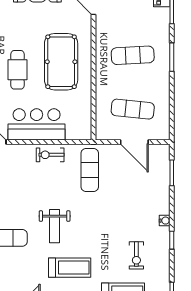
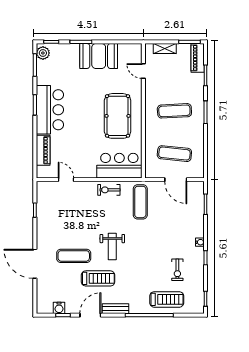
cafe table: (18, 70) -> (83, 122), removed
bar counter: (37, 124) -> (119, 166), moved
treadmill: (70, 268) -> (98, 278), moved

